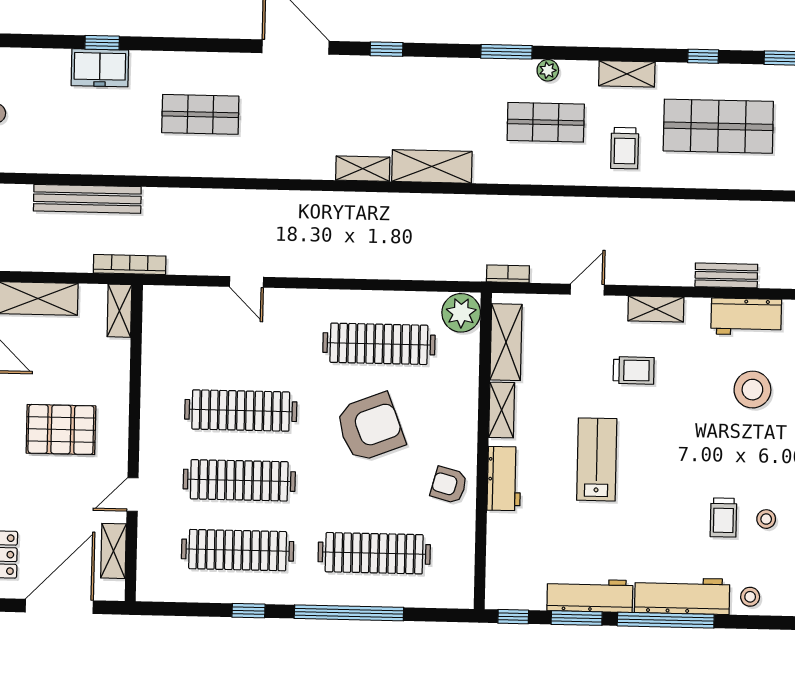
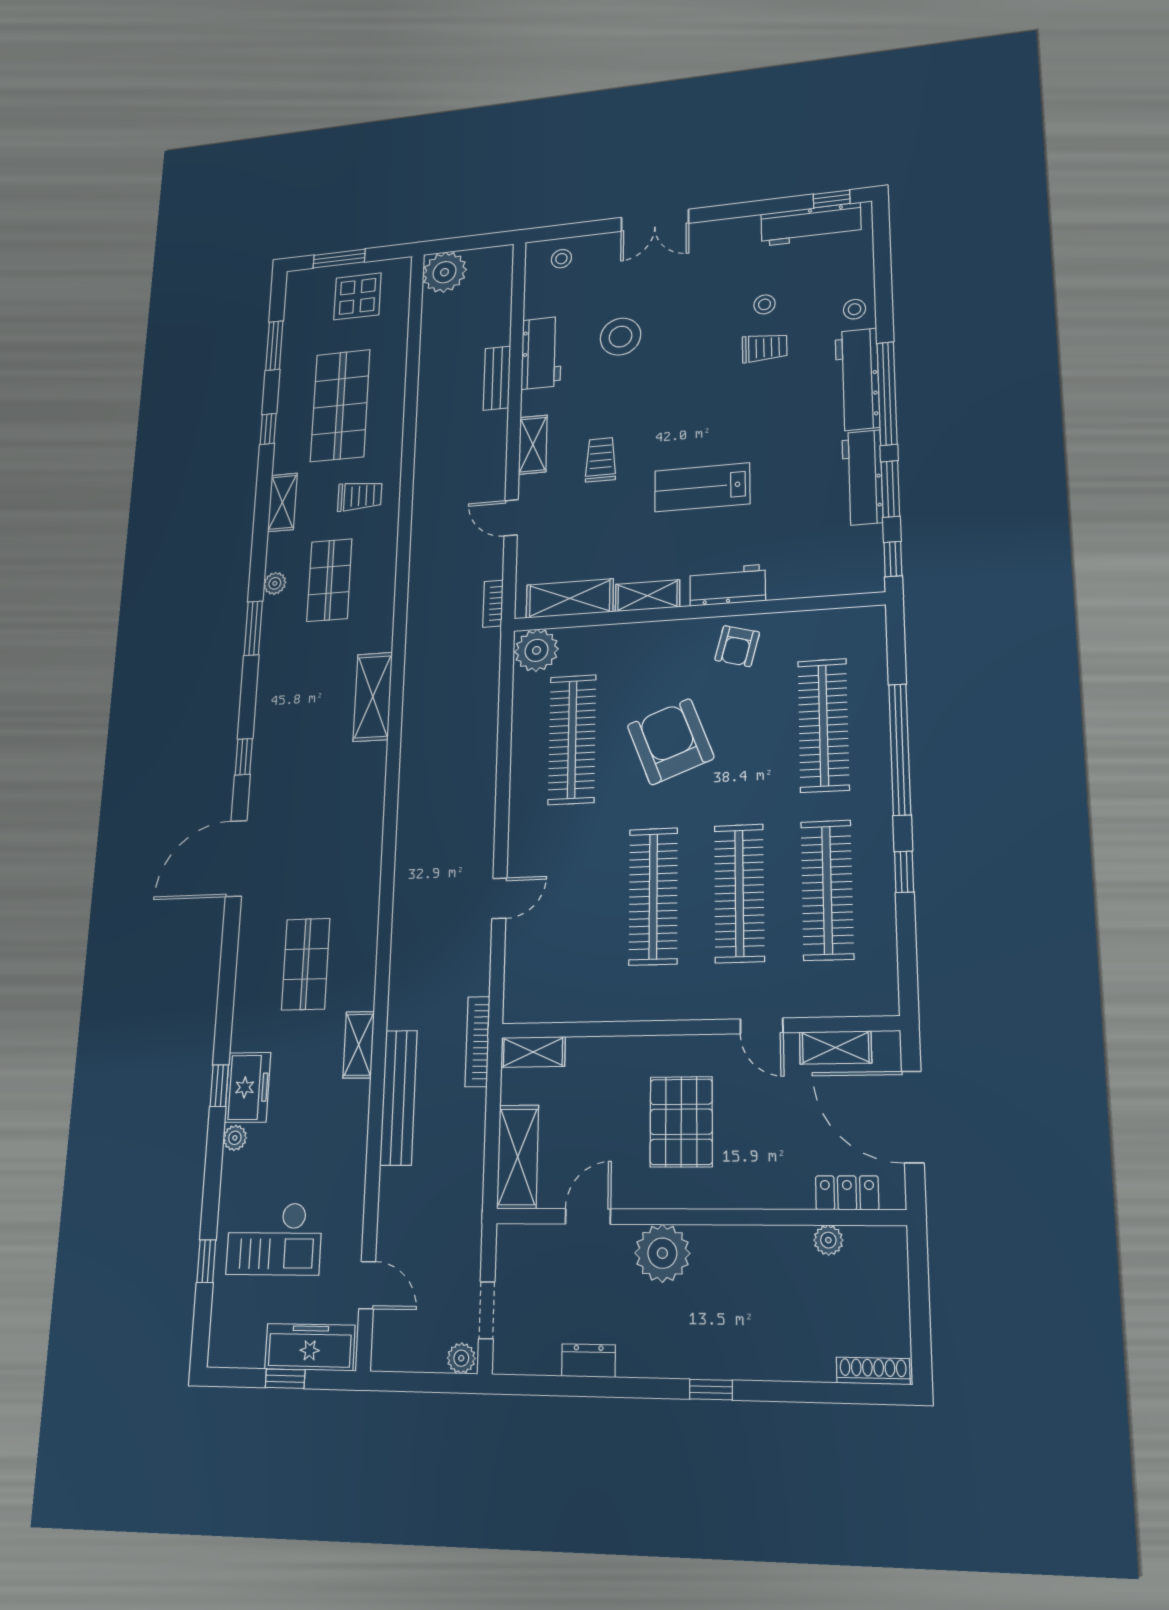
plant: (59, 59) -> (235, 1138), added
shelving: (363, 169) -> (359, 1045), moved

